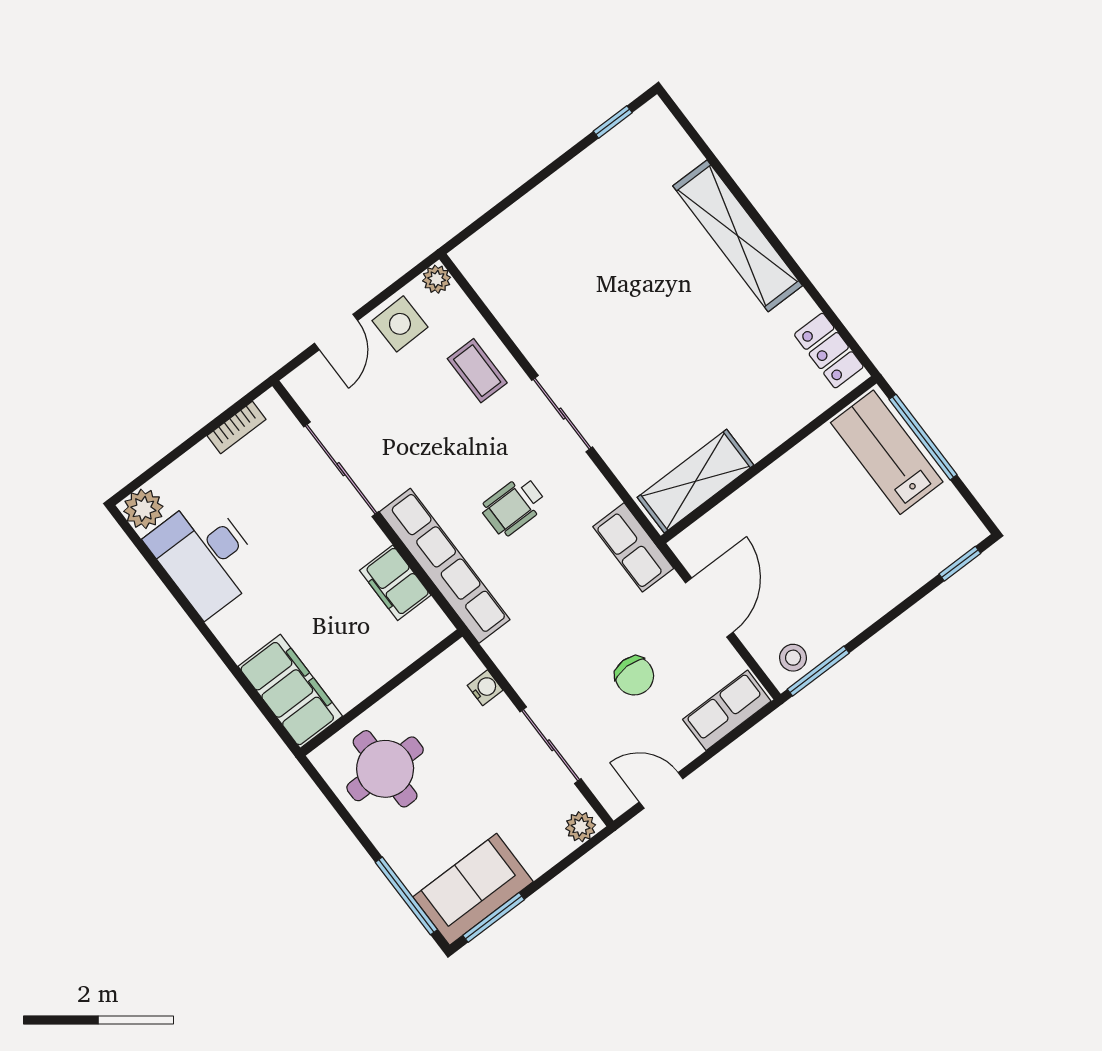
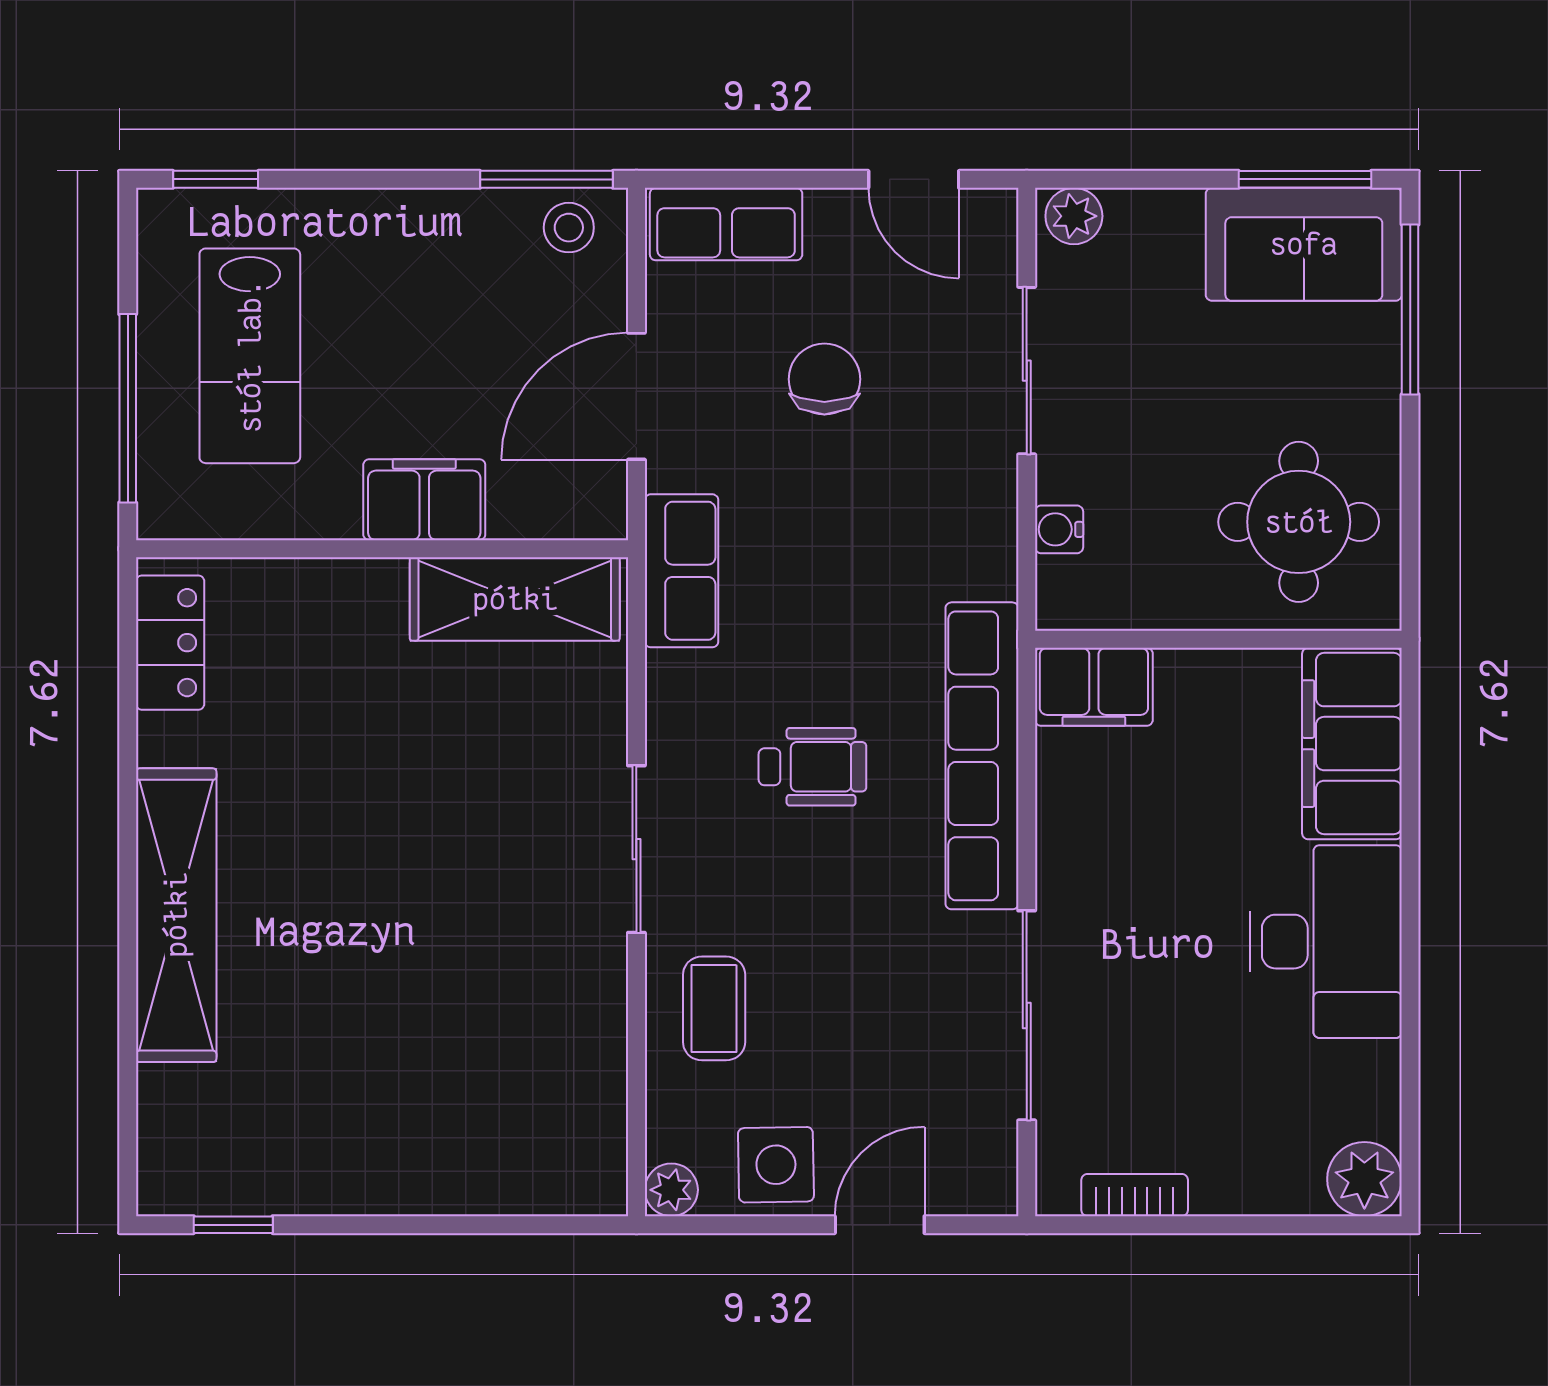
lab bench: (887, 452) -> (250, 356), moved
filing cabinet: (766, 494) -> (424, 500), added
desk: (205, 556) -> (1326, 942), moved
filing cabinet: (395, 583) -> (1094, 687), moved, turned 90

